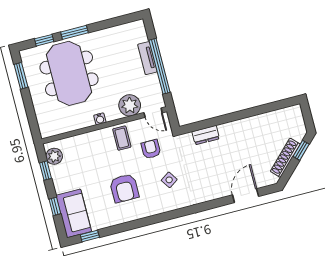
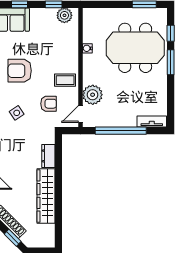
tv unit: (147, 58) -> (152, 121), moved
water cooler: (100, 119) -> (87, 48), moved
wardrobe: (248, 127) -> (46, 196), added

